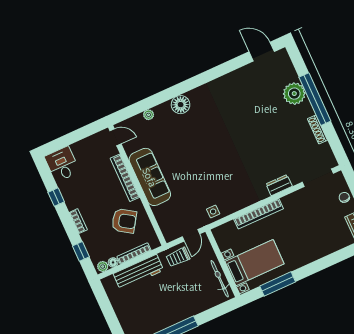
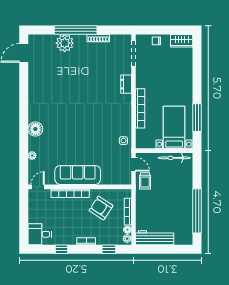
armchair: (124, 221) -> (101, 208), turned -90
workbench: (138, 272) -> (155, 238), moved, turned -90

